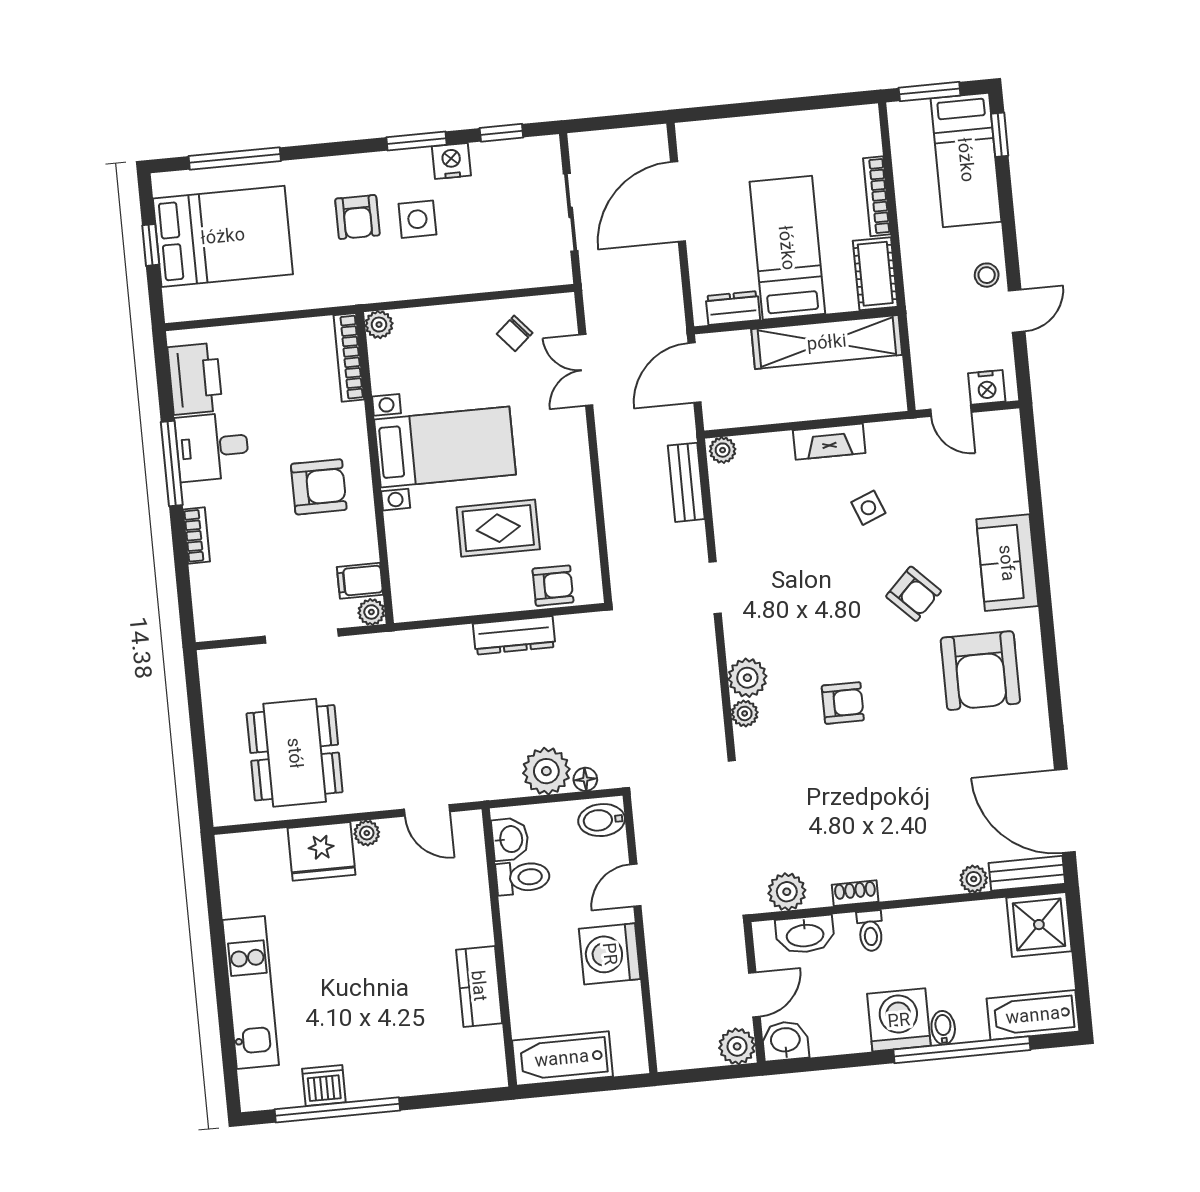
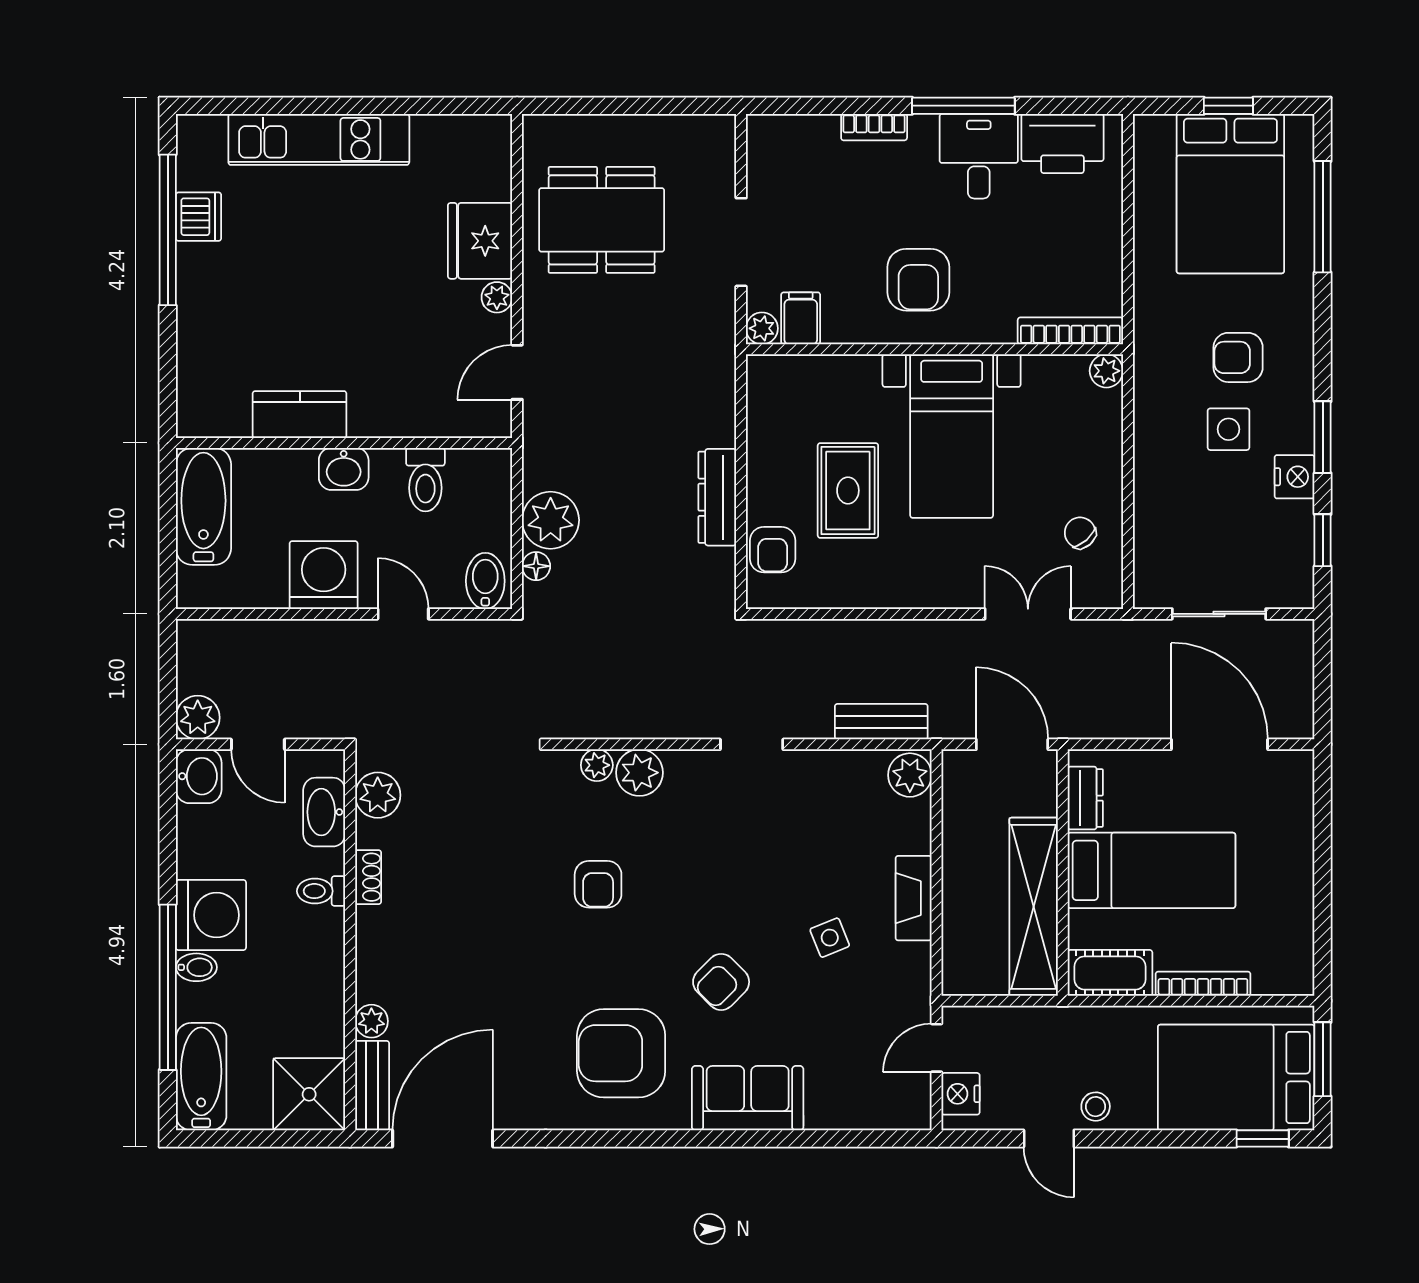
bed: (966, 160) -> (1236, 1077), width x1.50
plant: (723, 450) -> (910, 775), width x1.38, depth x1.38
washbasin: (510, 839) -> (344, 469), moved

